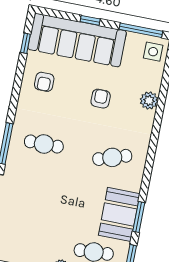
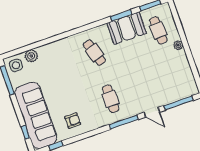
window: (90, 20) -> (25, 132), moved
armchair: (101, 99) -> (63, 80), removed
plant: (149, 101) -> (31, 56), moved

